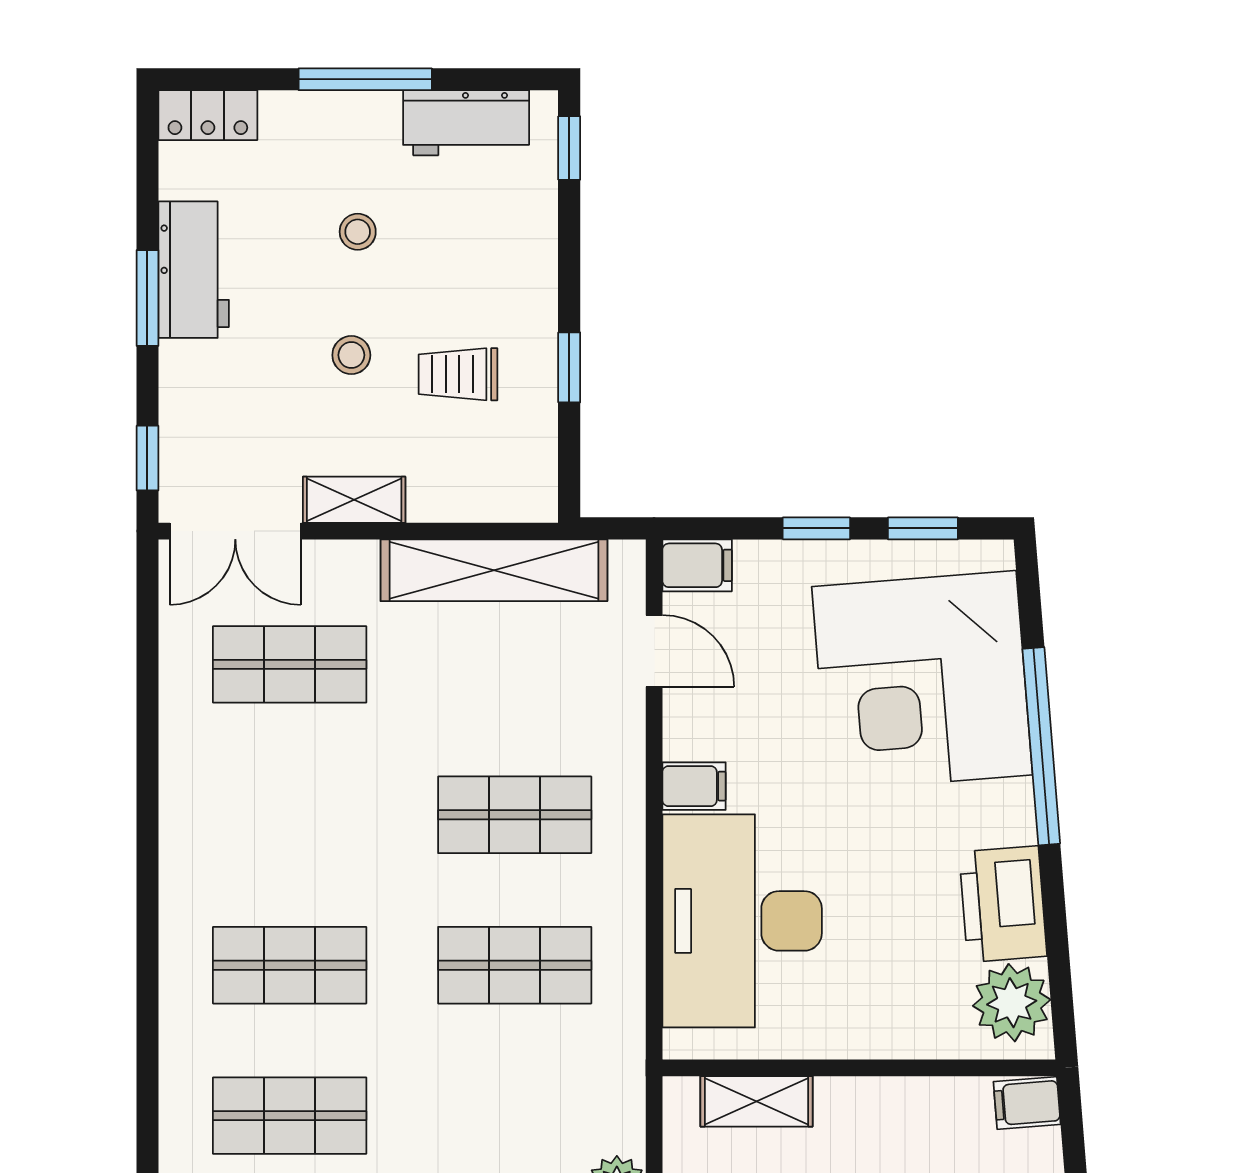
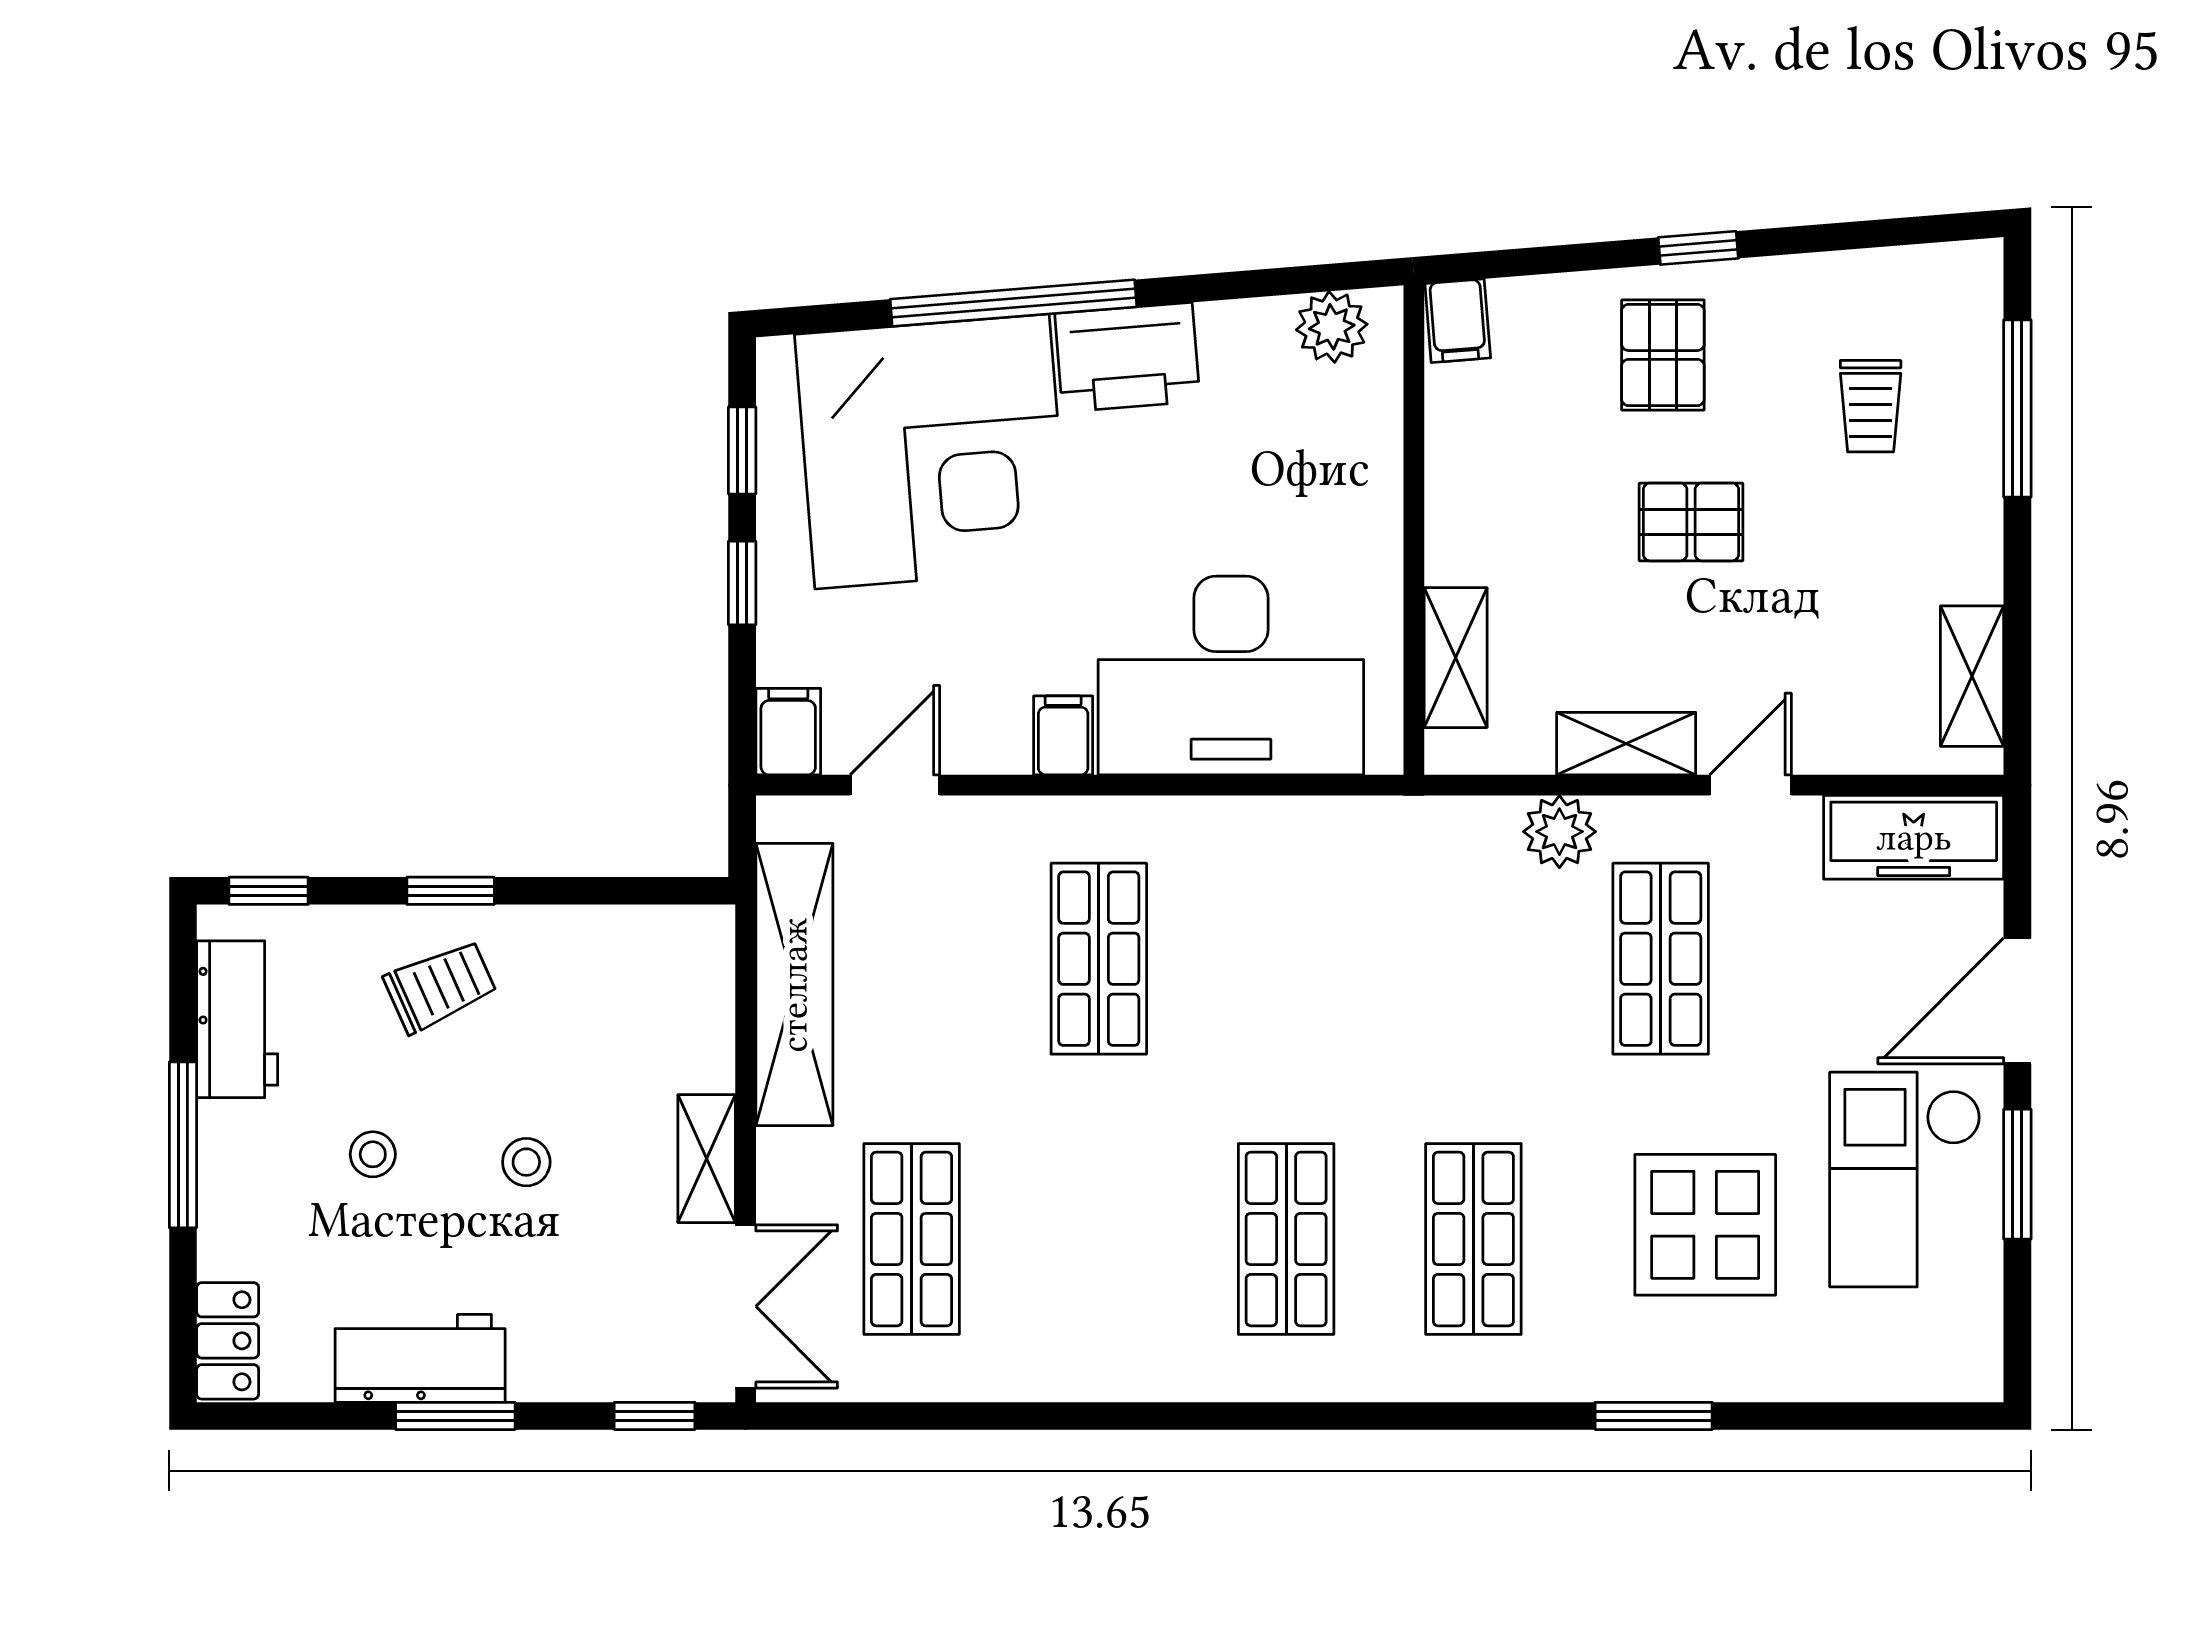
window: (569, 367) -> (451, 891), moved
trolley: (458, 374) -> (440, 986), moved, turned -114
printer: (1003, 904) -> (1127, 357), moved
shop shelf: (515, 965) -> (1286, 959), removed
plant: (1012, 1003) -> (1332, 327), width x0.73, depth x0.73

